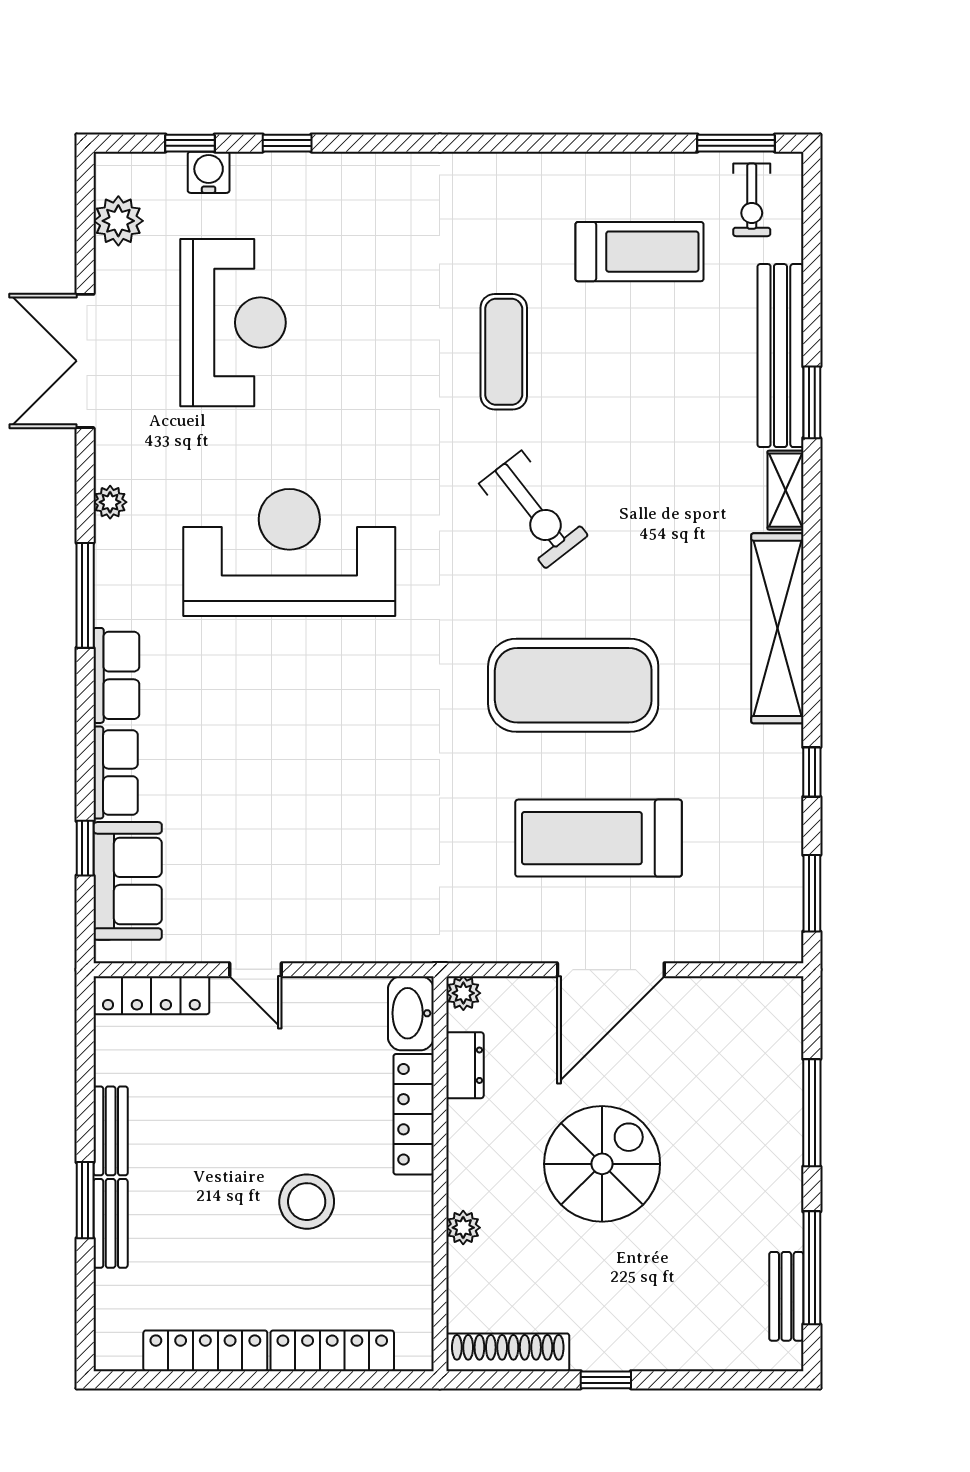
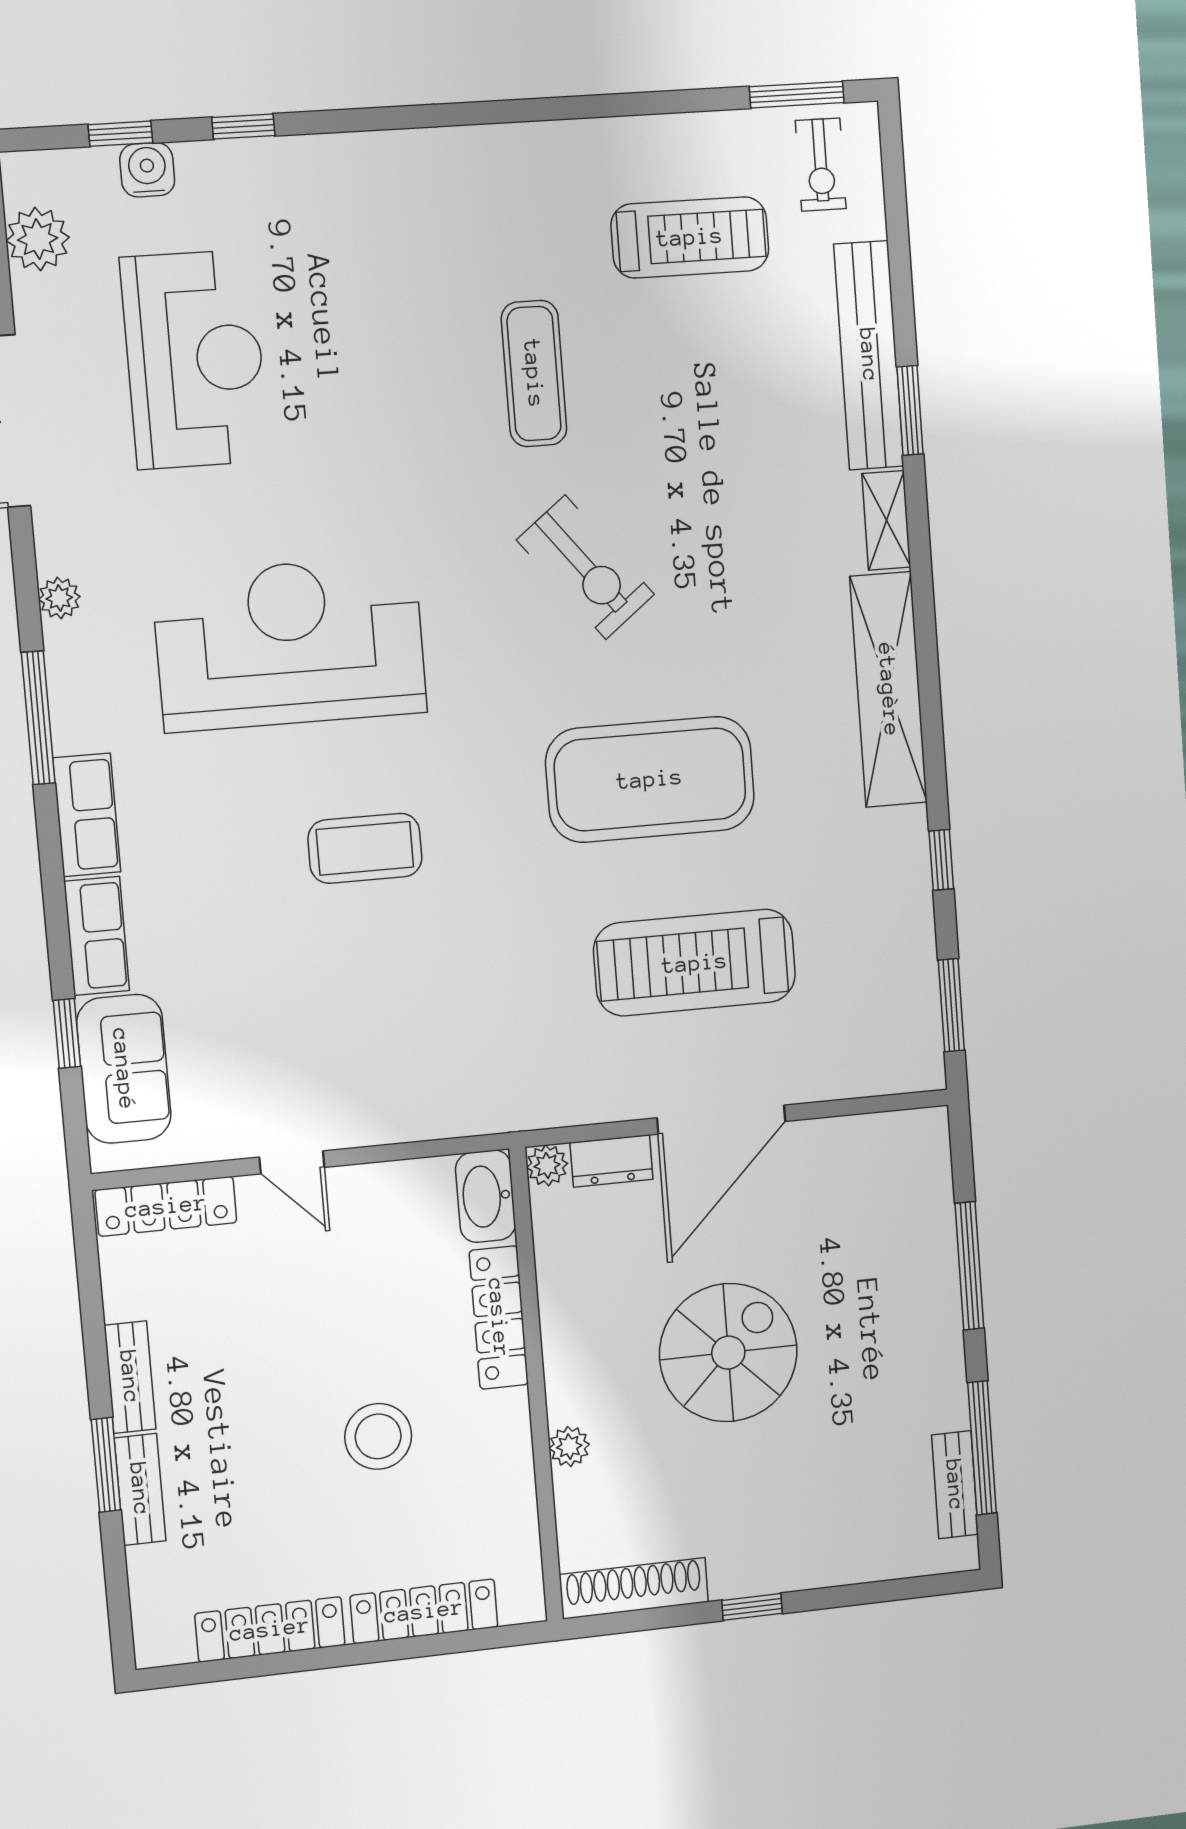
coffee table: (336, 721) -> (365, 848), added
dresser: (465, 1065) -> (611, 1161), moved, turned 90

